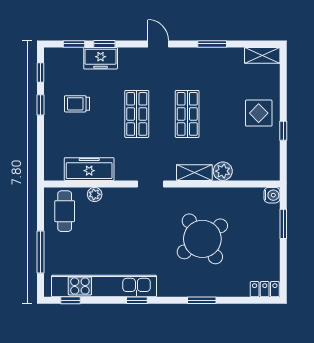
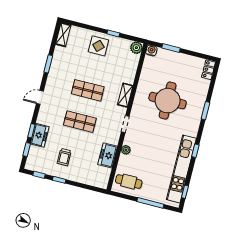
freezer: (89, 169) -> (108, 155), width x0.71
plant: (223, 171) -> (136, 48), moved
plant: (95, 194) -> (126, 150), moved
round table: (202, 239) -> (168, 101), turned 36

